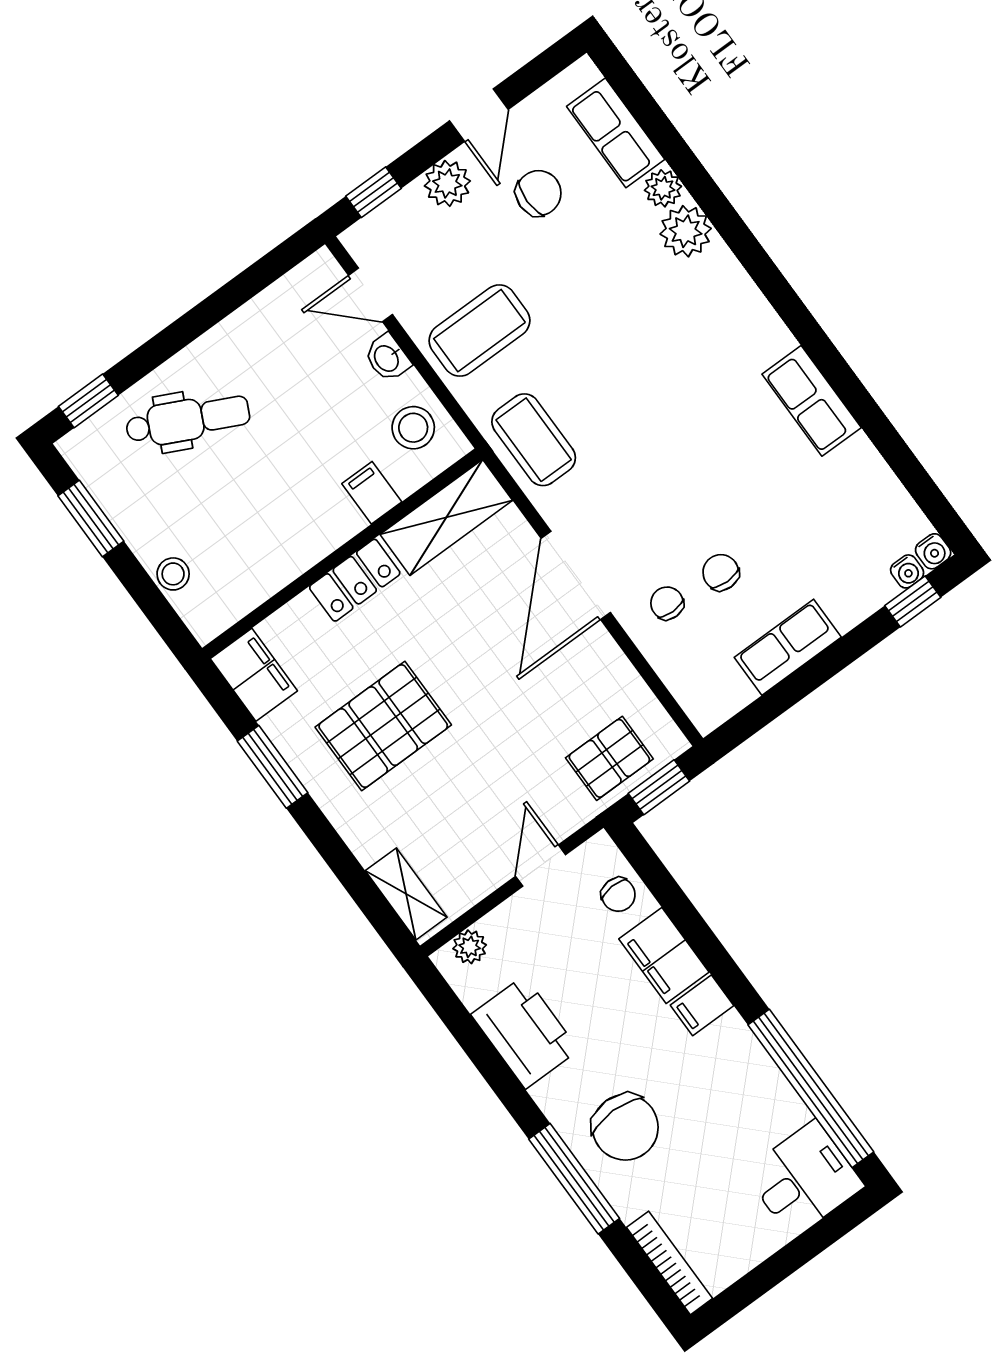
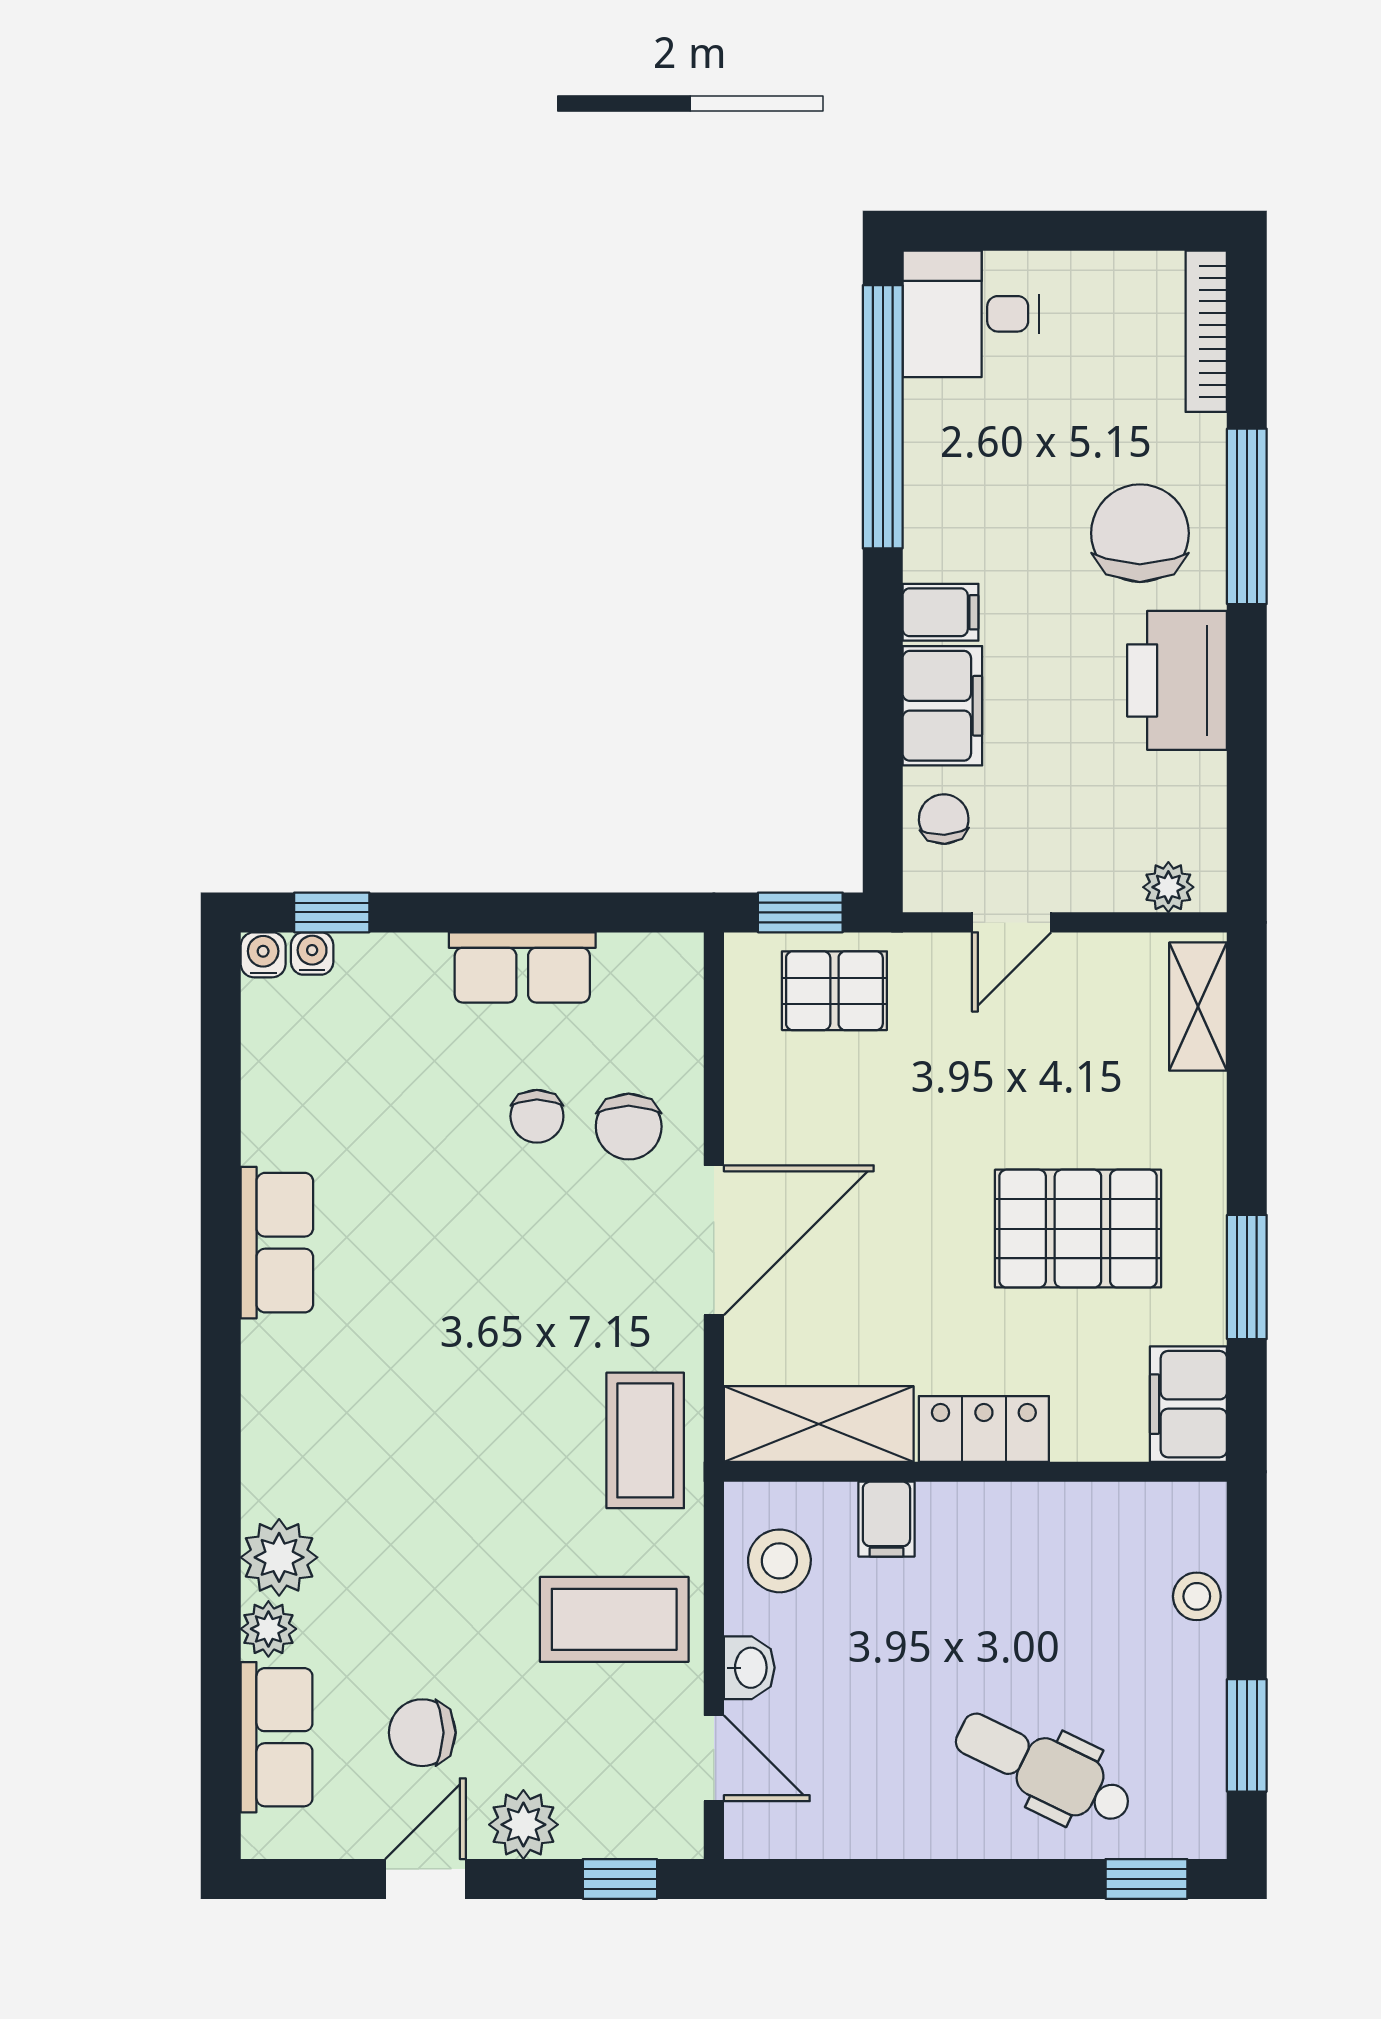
chair: (667, 603) -> (629, 1127), width x1.37, depth x1.37
printer: (525, 1032) -> (1177, 680), moved

